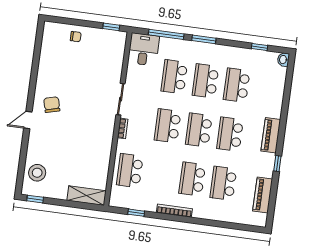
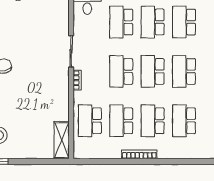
school desk: (161, 175) -> (121, 121), added
shelving: (86, 196) -> (62, 140), moved, turned 90
window: (136, 213) -> (102, 161), removed

